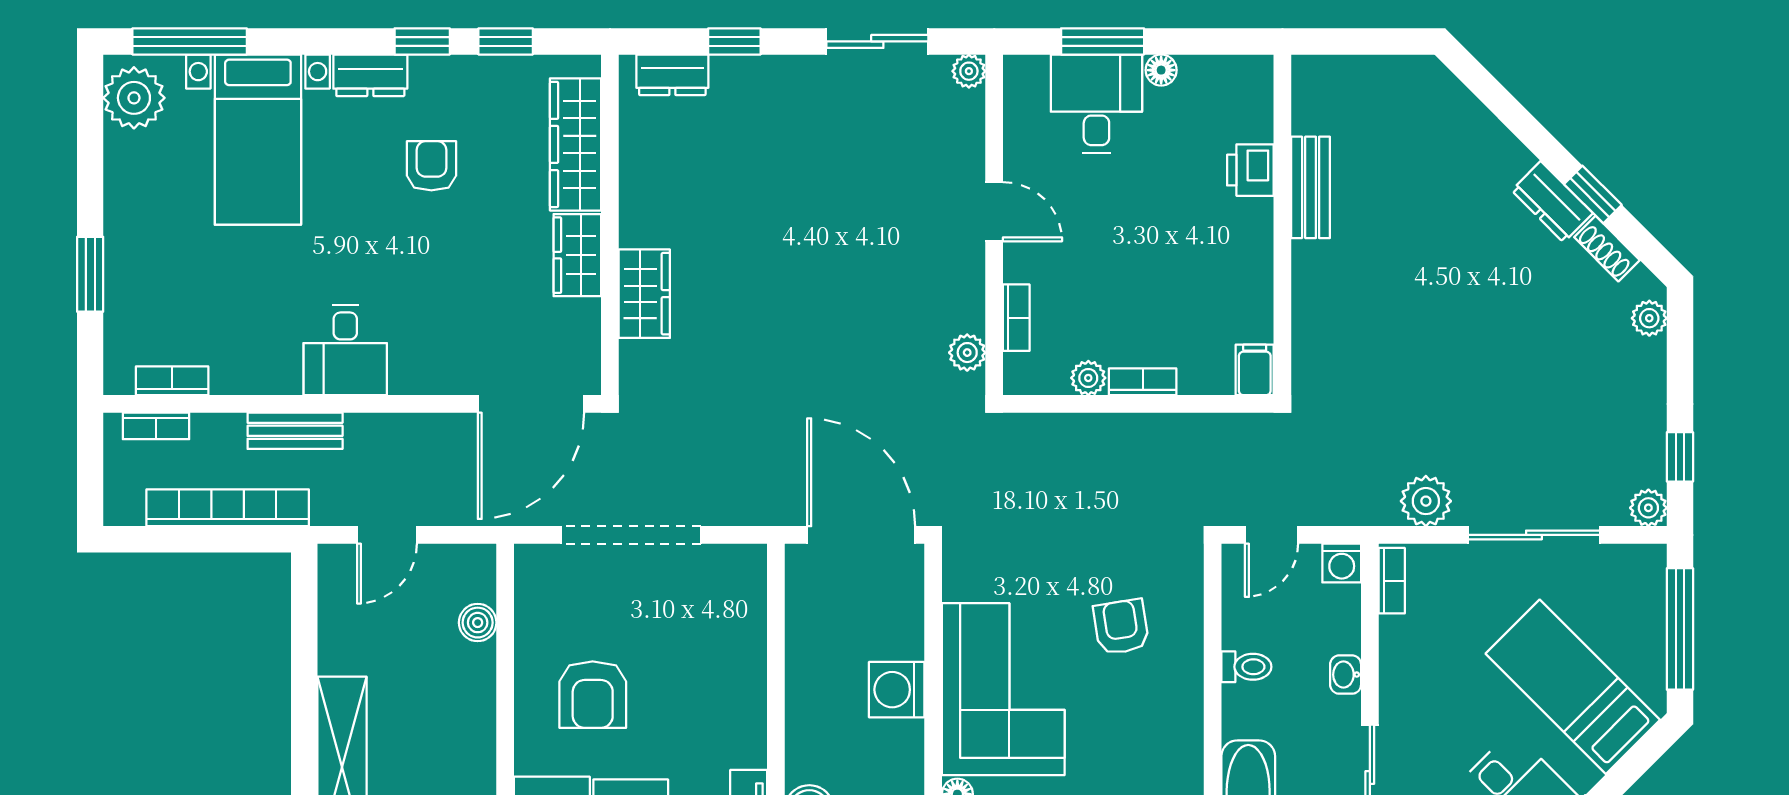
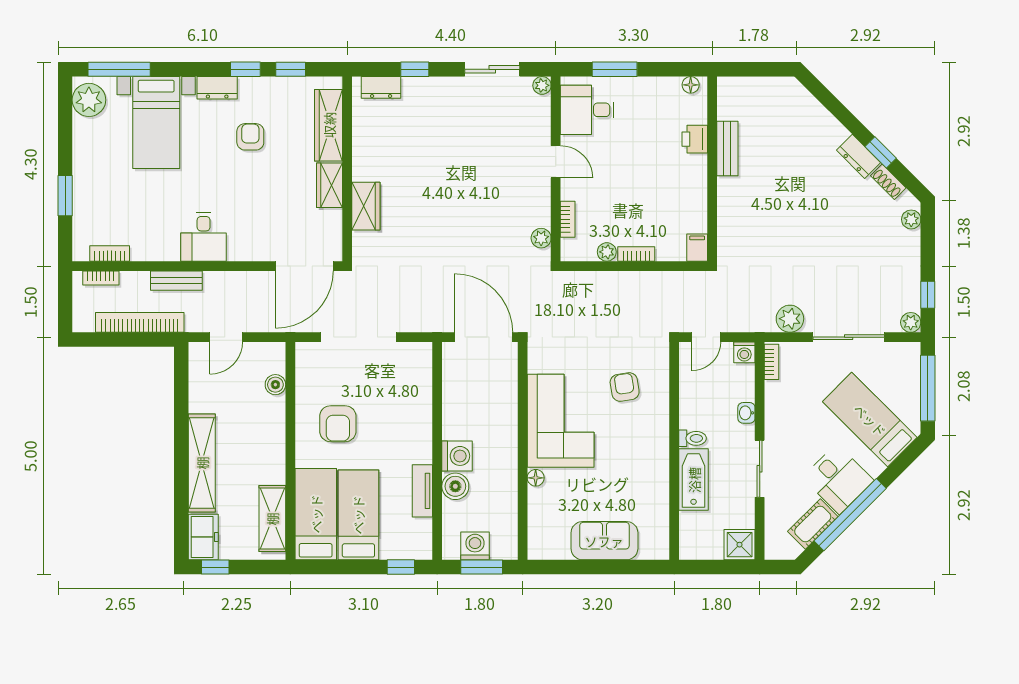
floor lamp: (1161, 70) -> (691, 85), moved
desk: (1096, 104) -> (587, 110), moved, turned -90
toilet: (1246, 667) -> (693, 438), moved
washing machine: (897, 690) -> (457, 456), moved, turned 180

